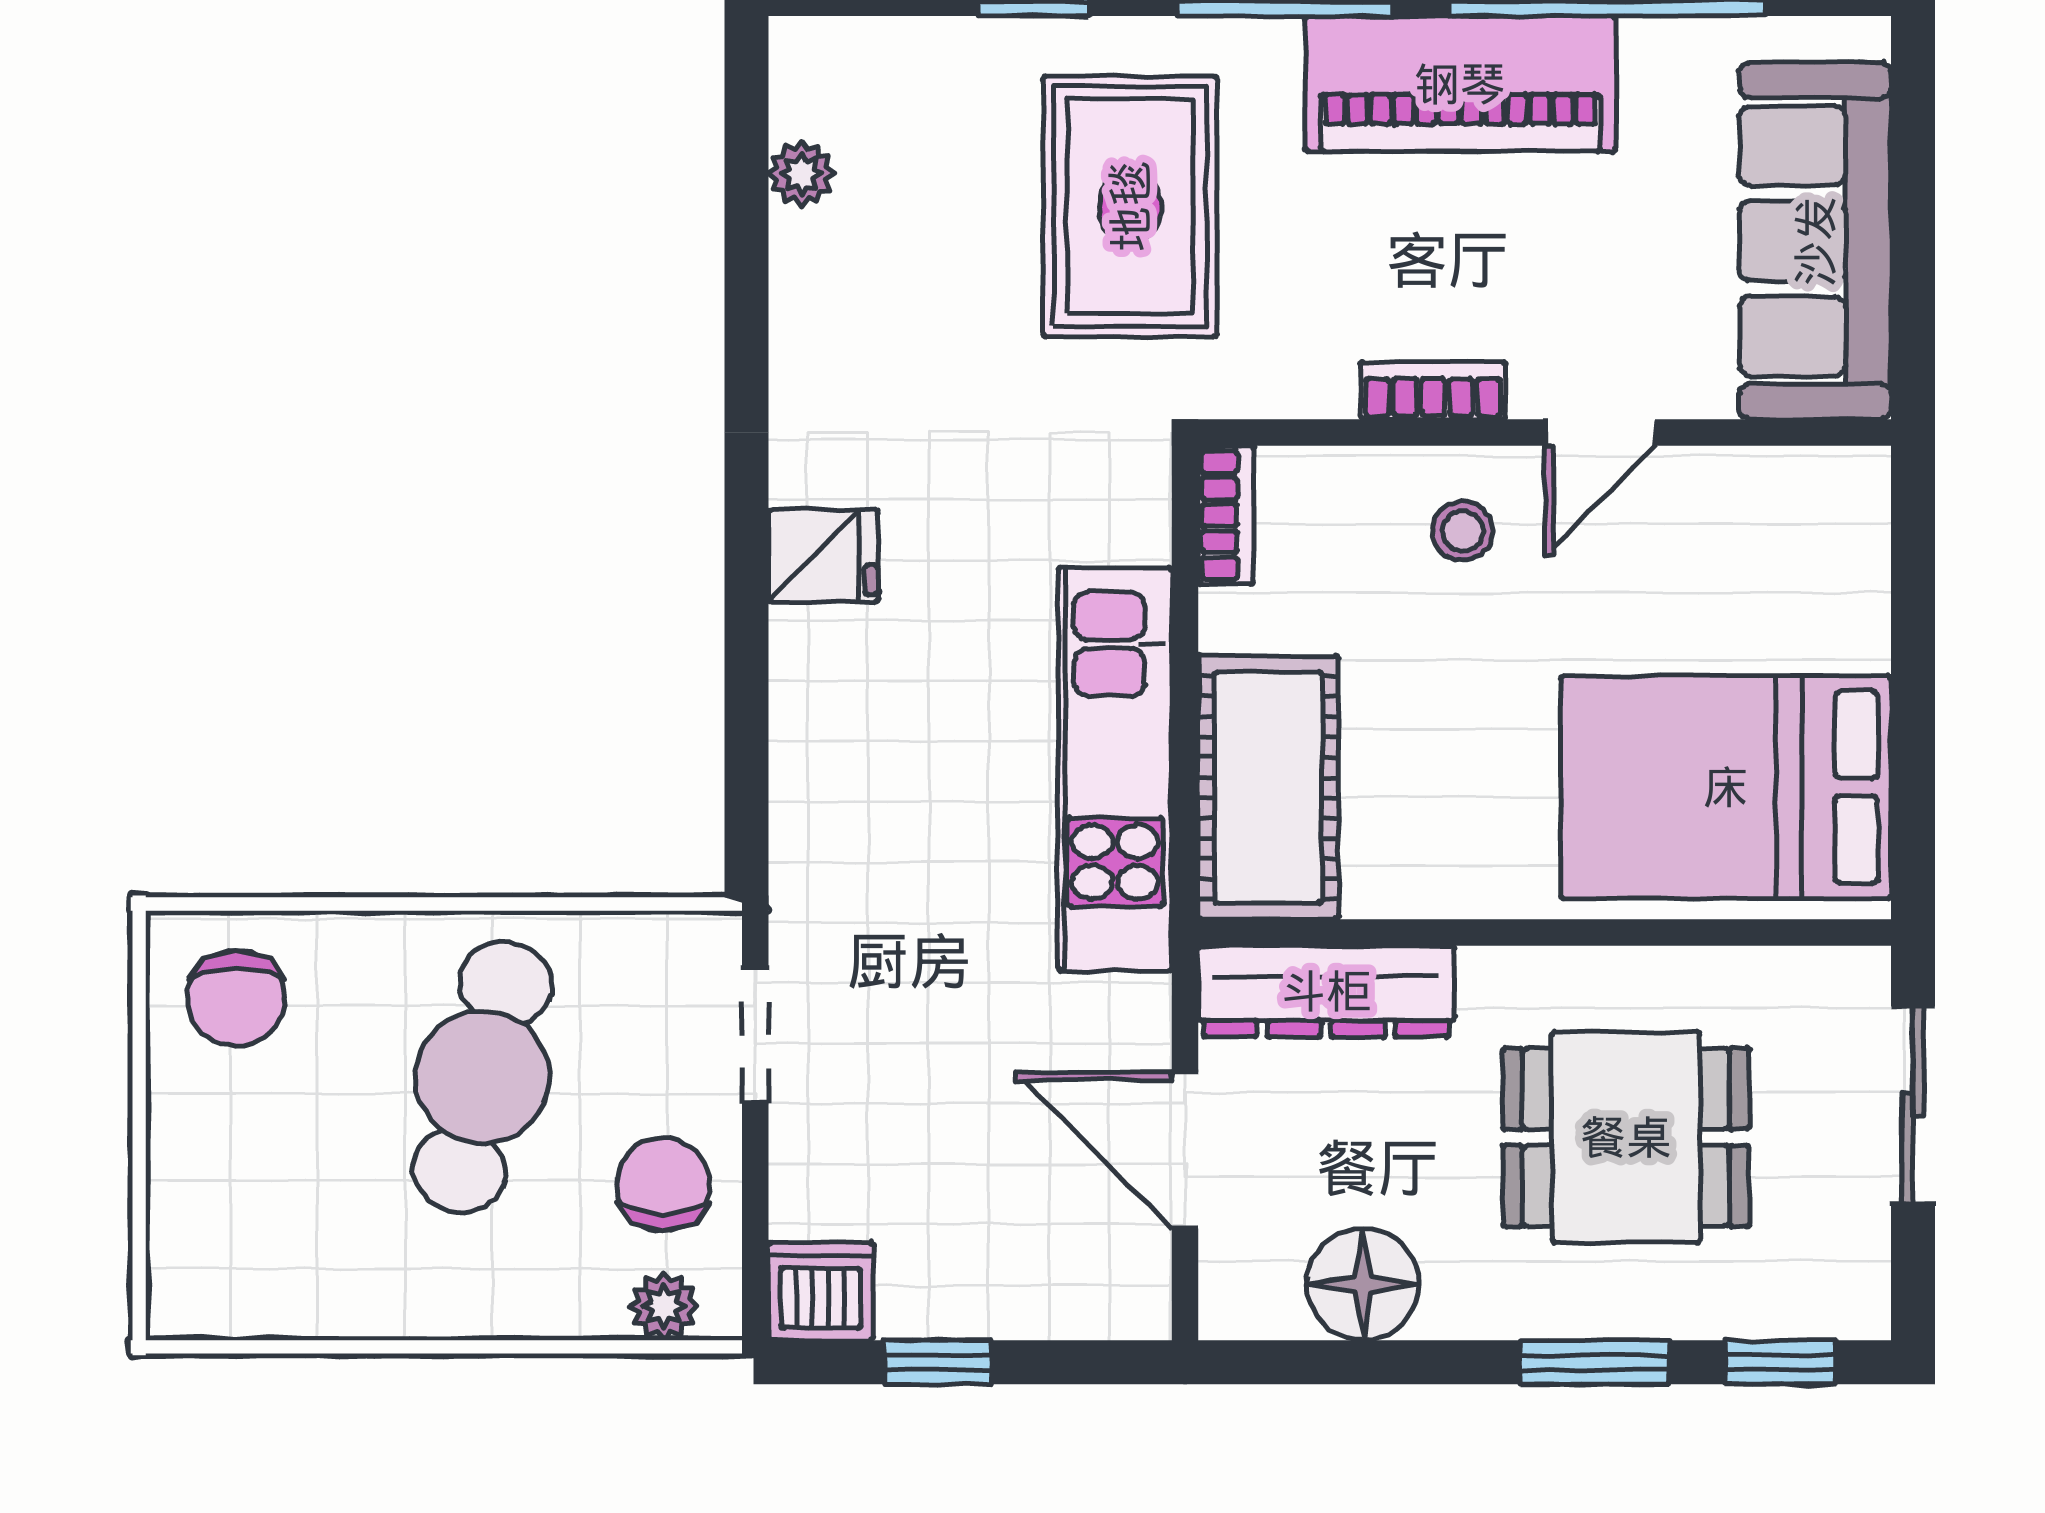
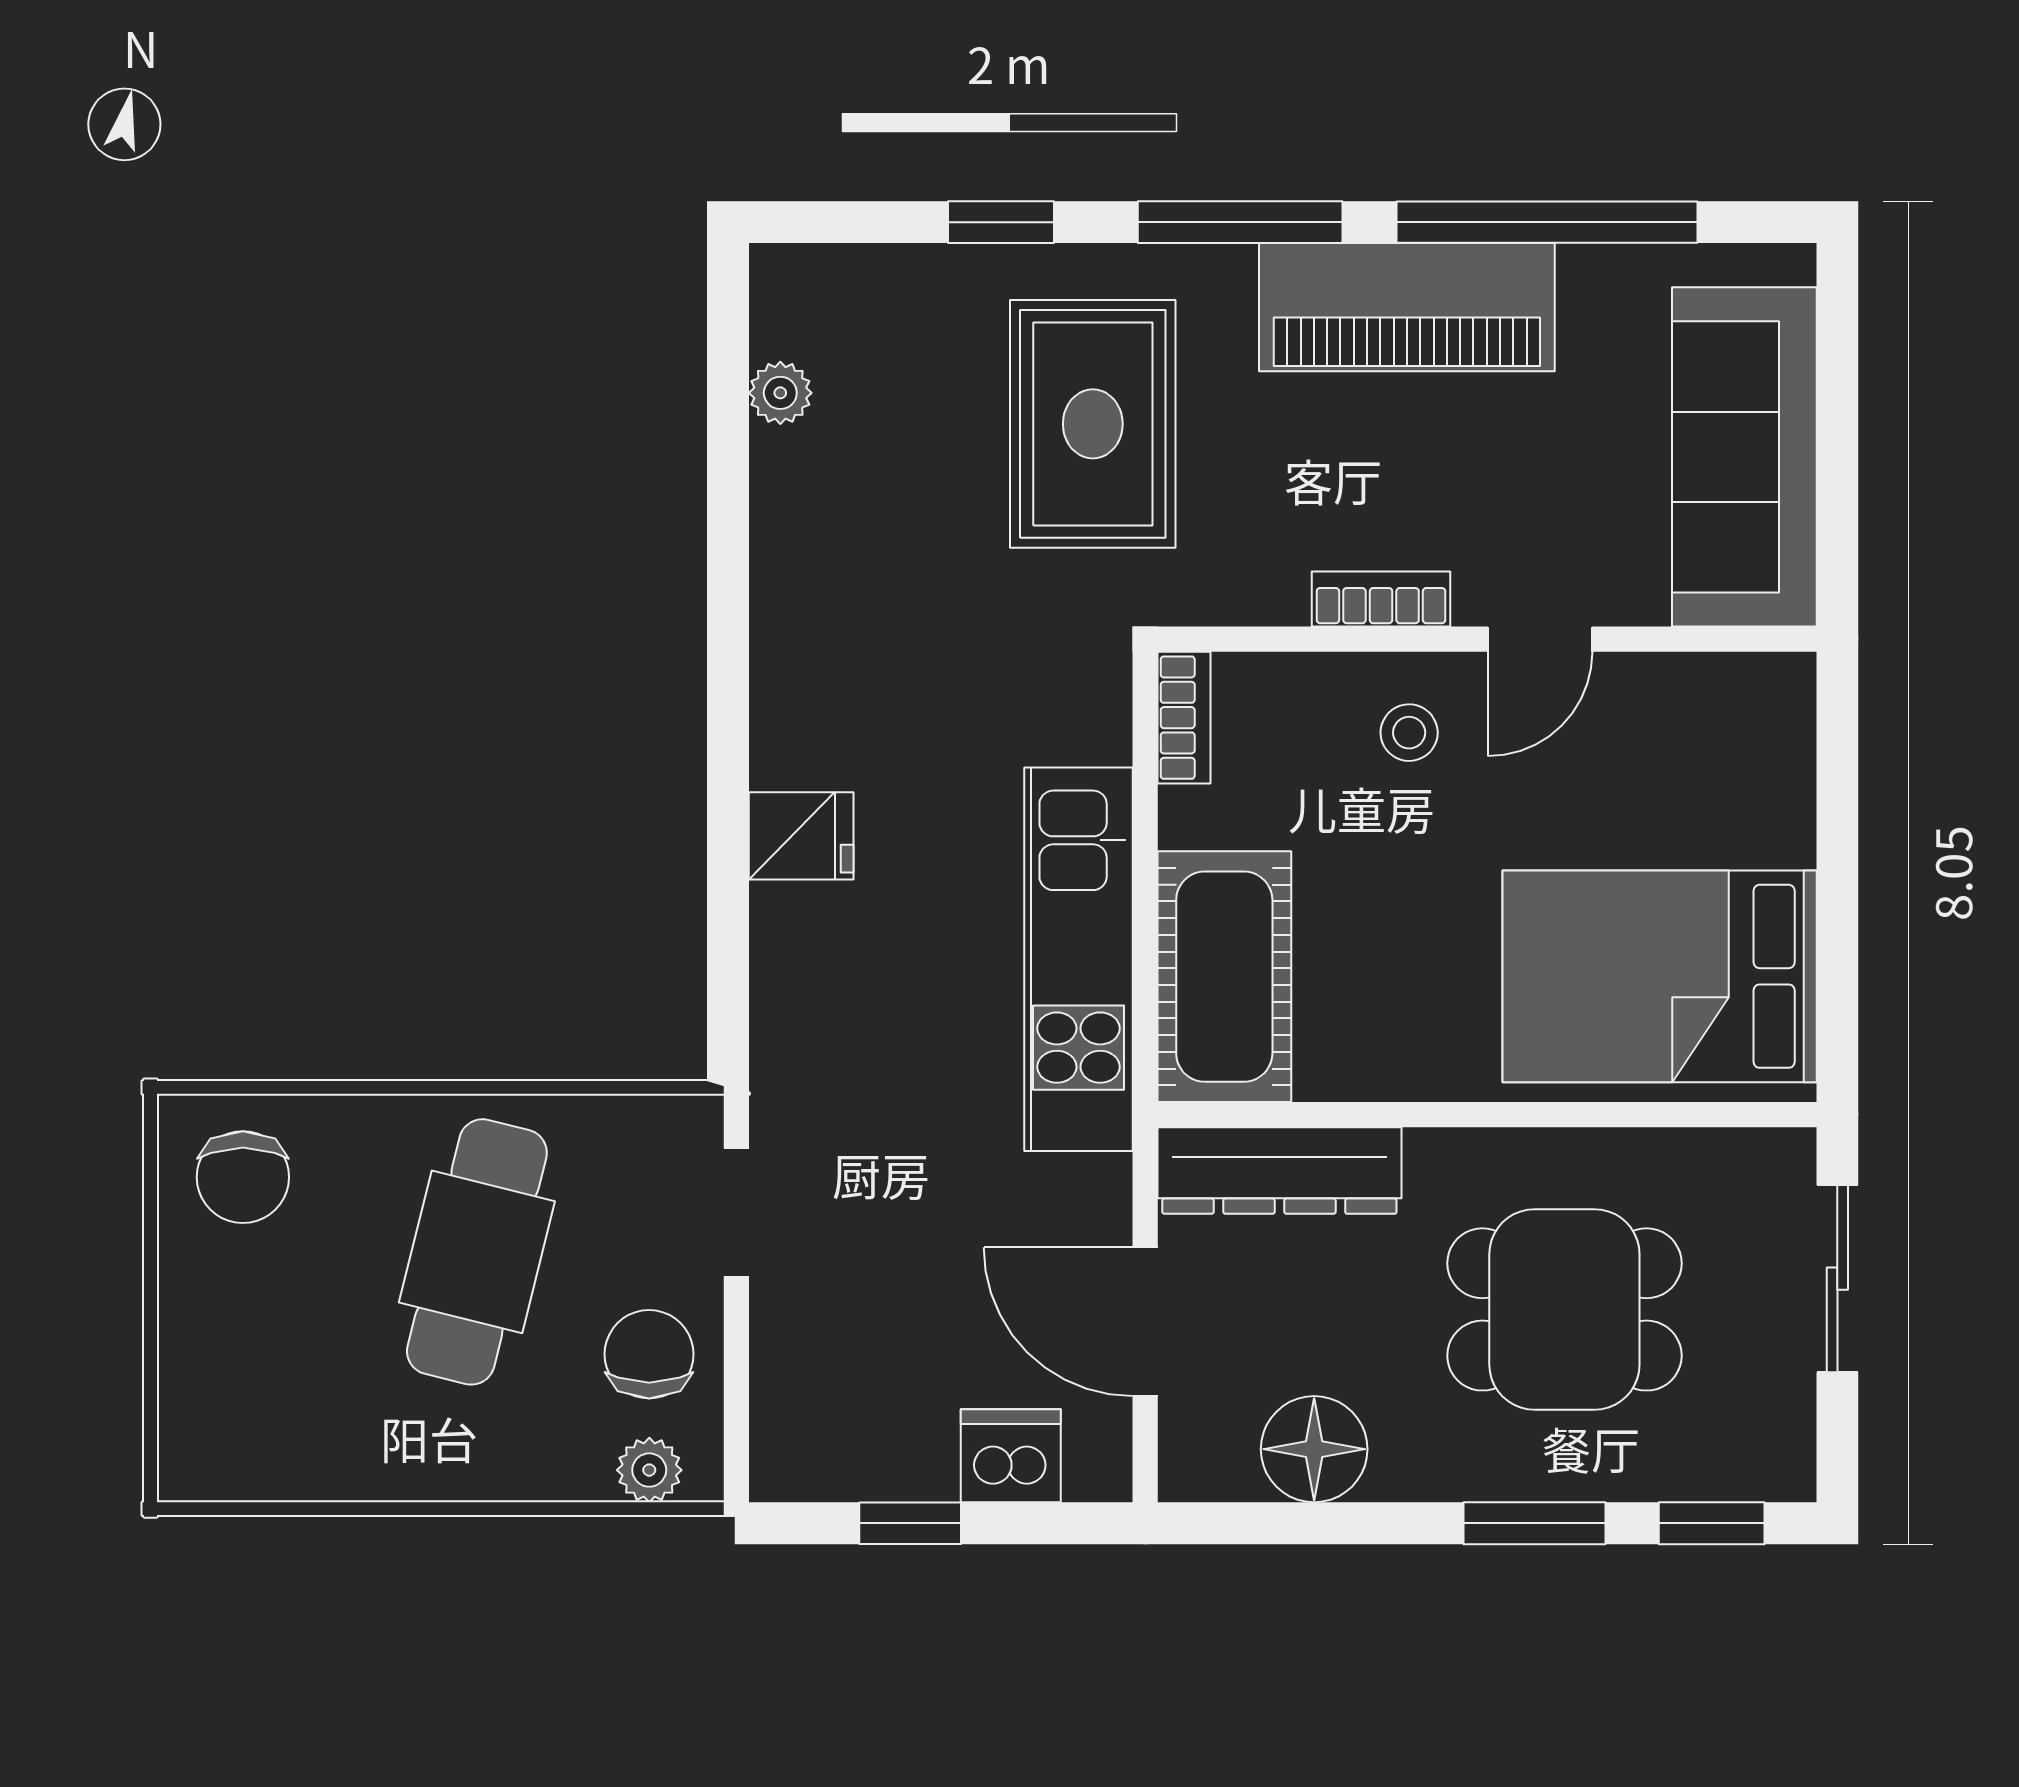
fridge: (823, 556) -> (801, 836), moved
dishwasher: (821, 1291) -> (1011, 1456), moved

